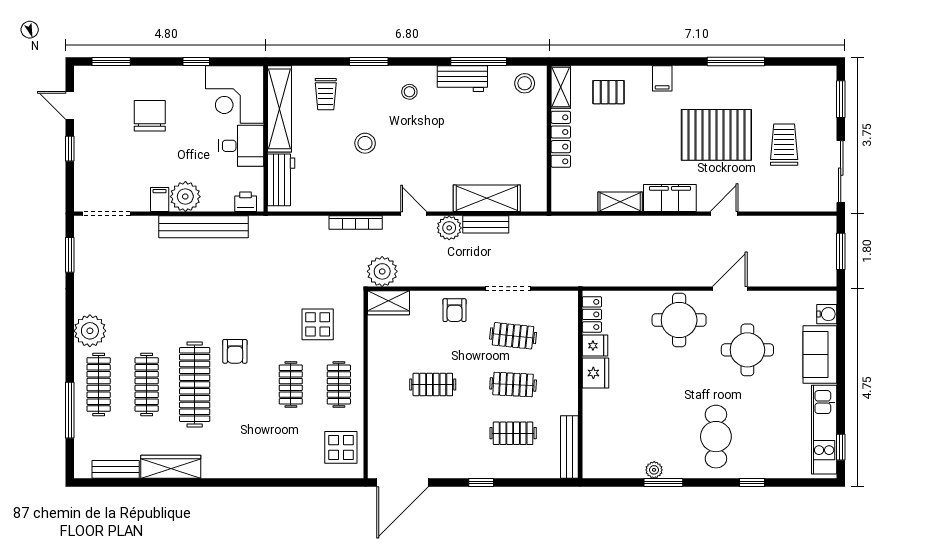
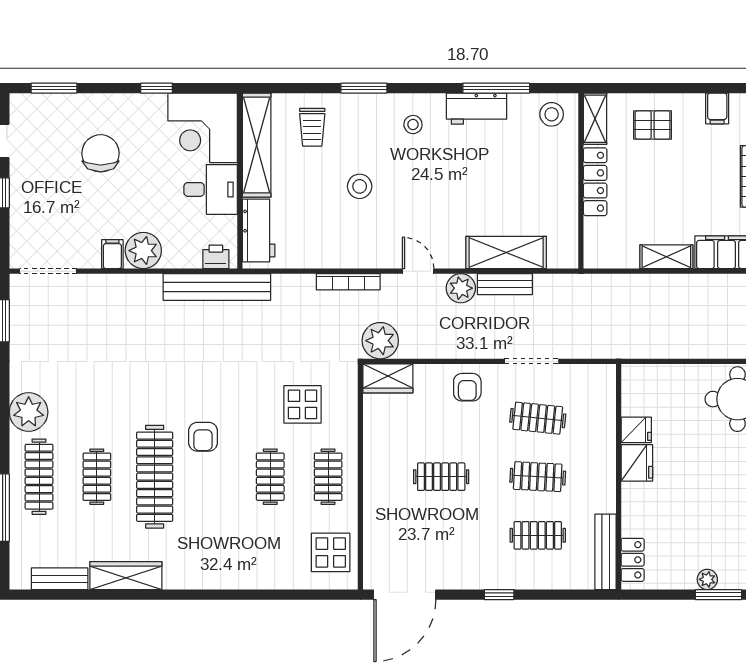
bench: (203, 227) -> (217, 287), moved
locker: (592, 314) -> (633, 560), moved
clothes rail: (147, 385) -> (97, 477), width x0.73

